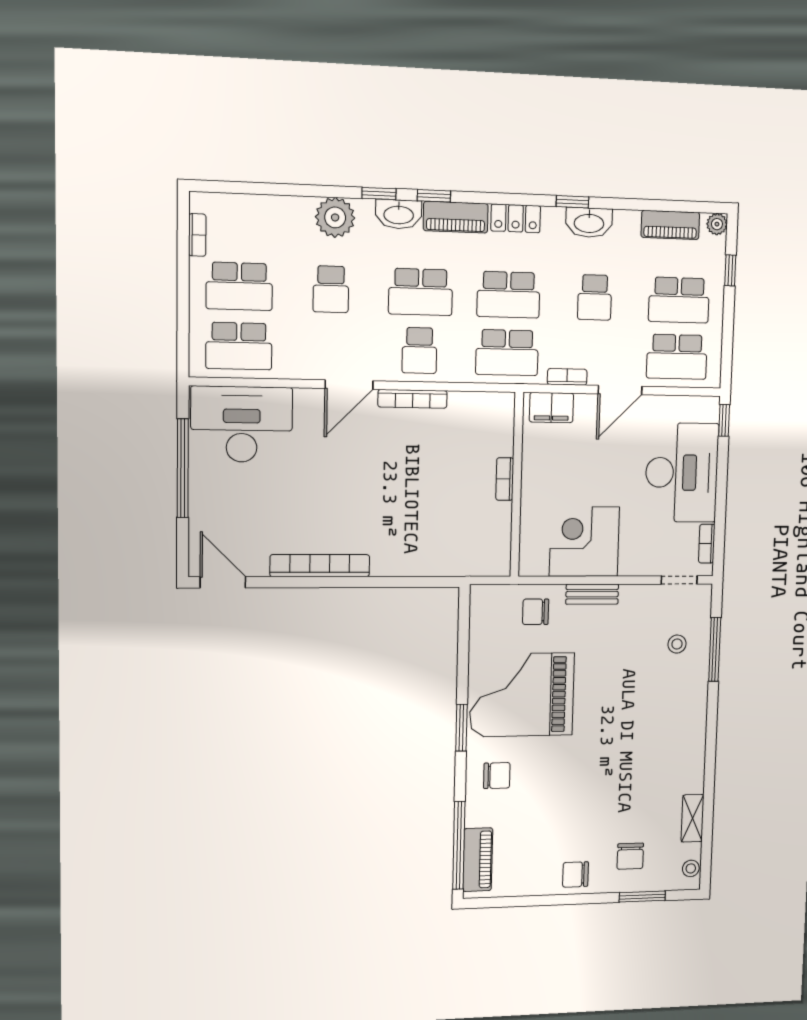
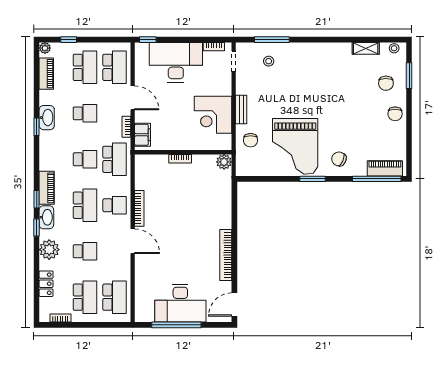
locker: (516, 218) -> (46, 284), moved
school desk: (508, 295) -> (85, 159), width x0.54
desk: (242, 424) -> (180, 303), moved, turned -90
plant: (497, 562) -> (224, 162), added
chair: (497, 776) -> (339, 159), turned -67
chair: (630, 856) -> (386, 83), turned 90

